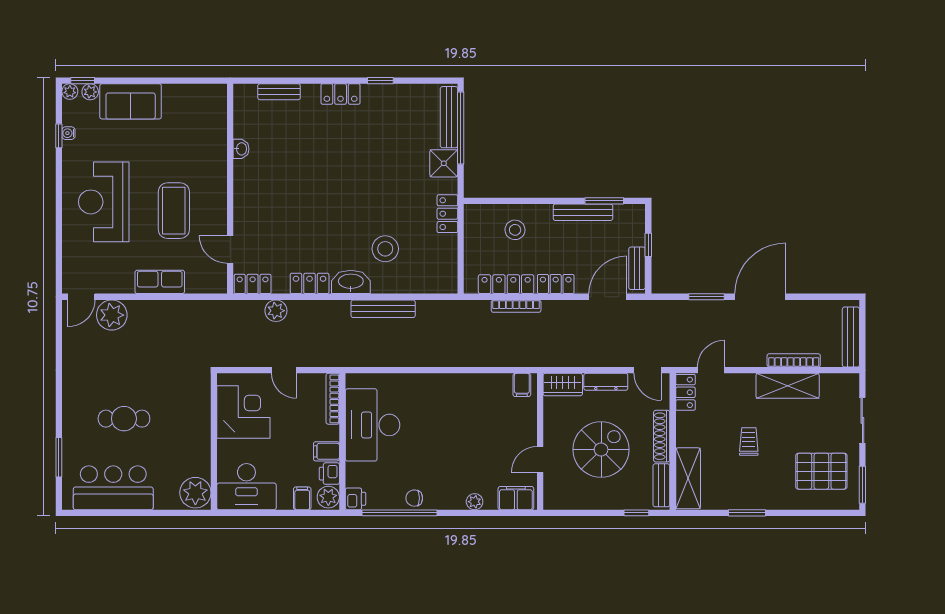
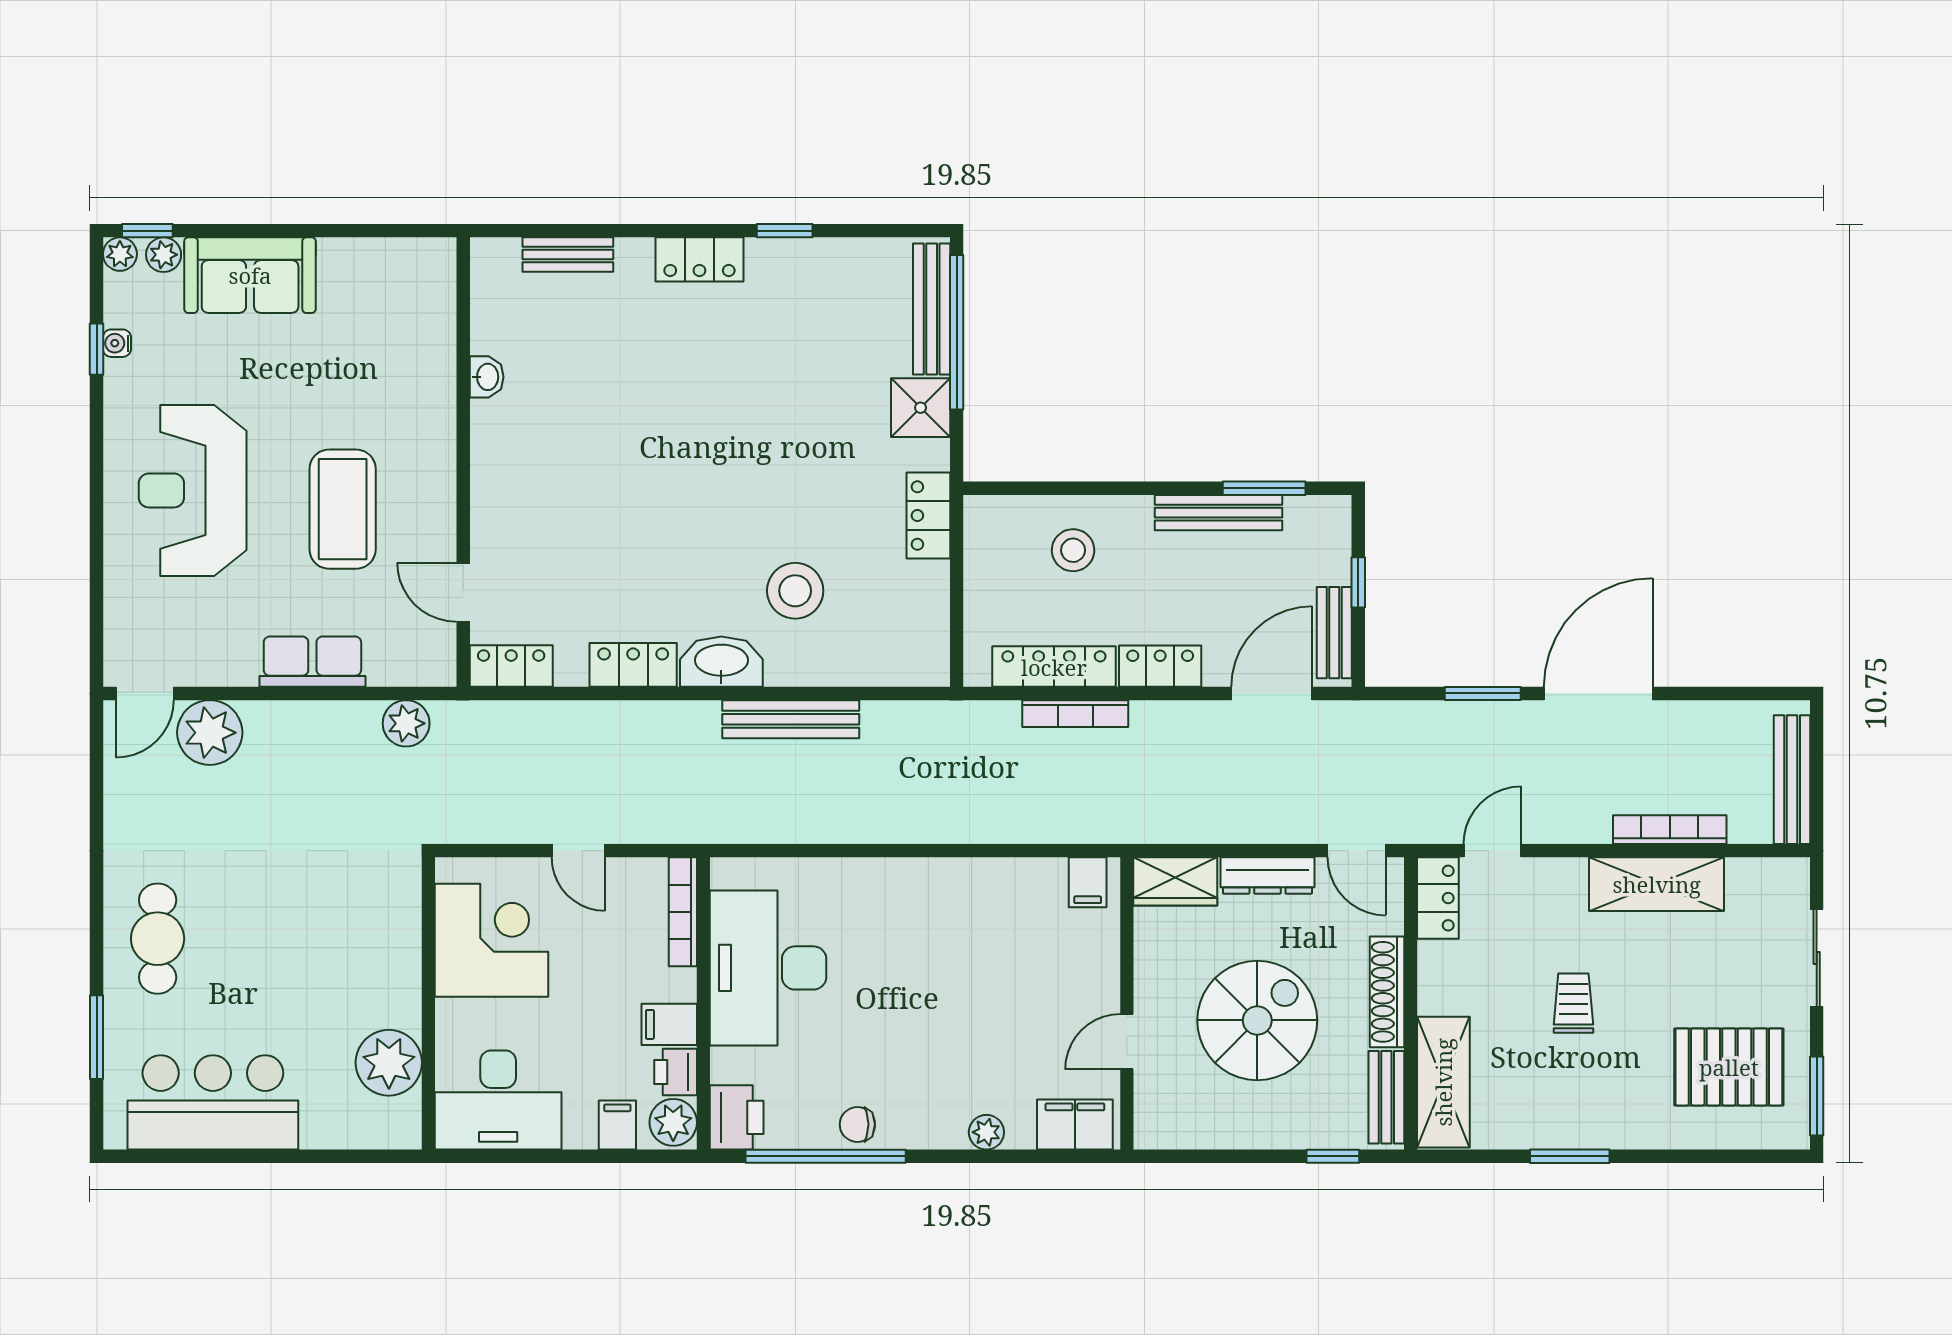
plant: (276, 311) -> (406, 723), moved
cafe table: (124, 419) -> (158, 939), moved, turned 90
plant: (195, 493) -> (389, 1063), moved
printer: (355, 499) -> (737, 1117), width x1.36, depth x1.24

